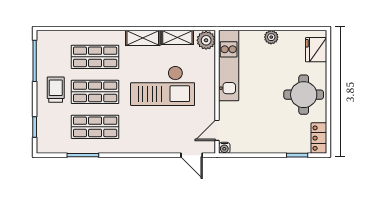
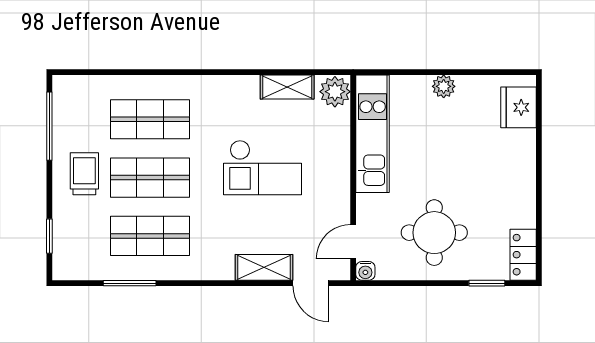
shelving: (143, 38) -> (264, 267), moved
checkout: (163, 86) -> (263, 167), width x0.73, depth x0.83
round table: (304, 95) -> (434, 233), moved

